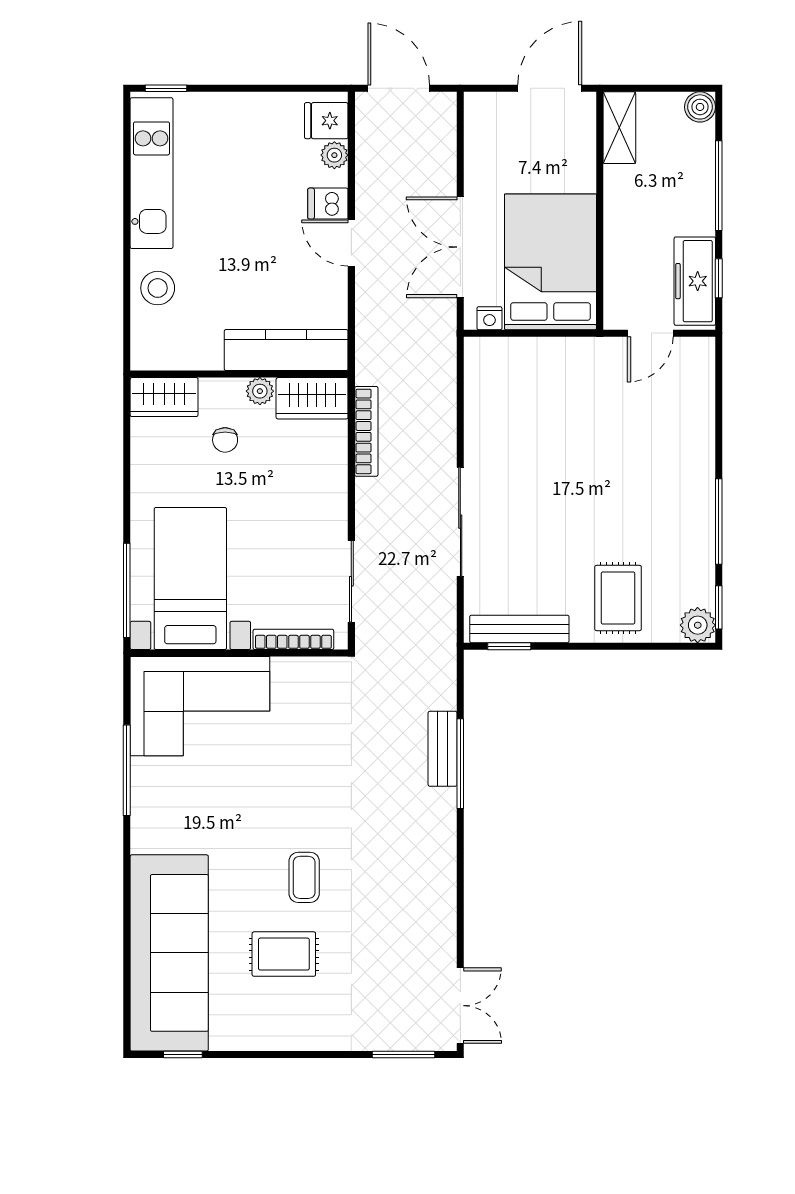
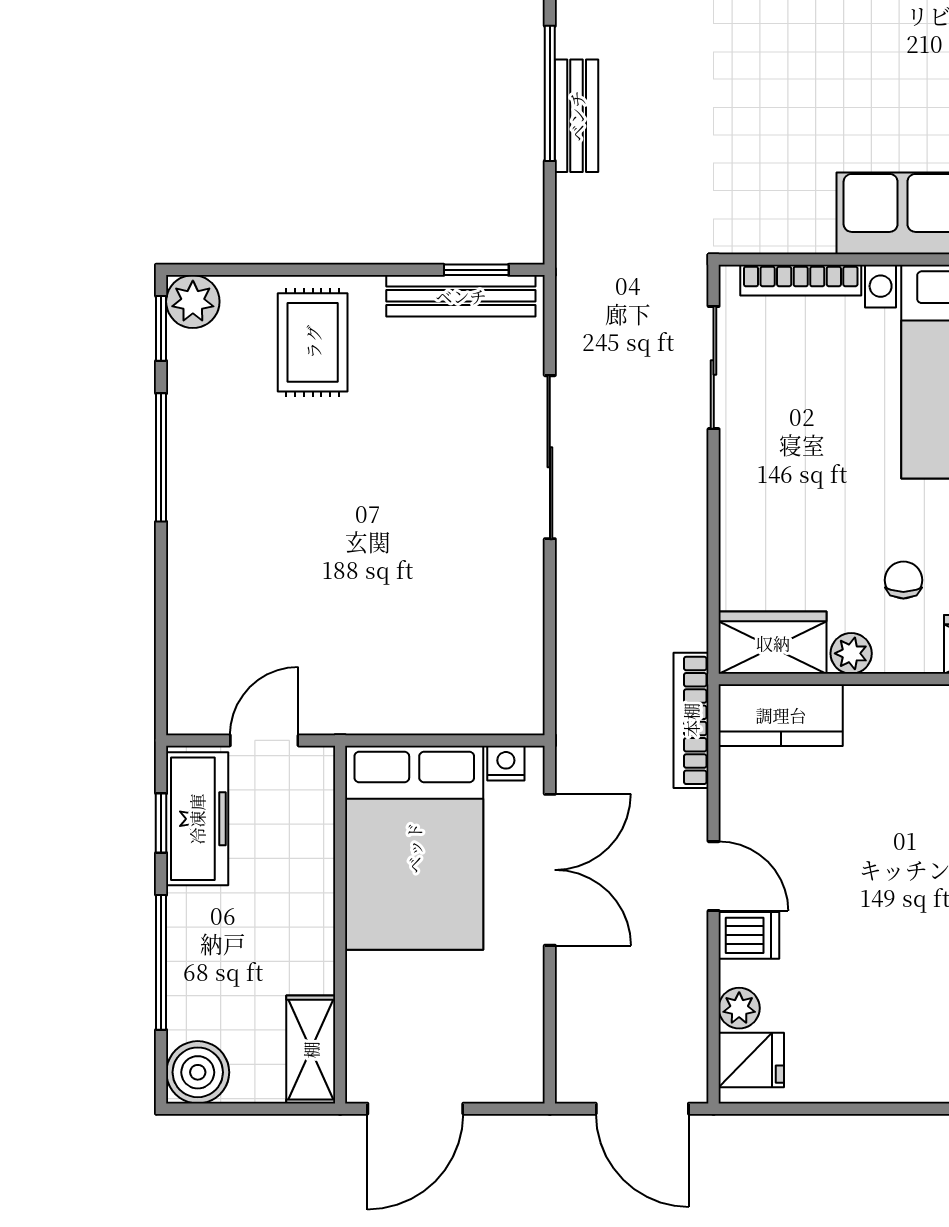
boiler: (700, 107) -> (198, 1072), width x1.36, depth x1.36
kitchen counter: (286, 350) -> (781, 715), width x0.67
bookcase: (366, 431) -> (691, 720), moved

